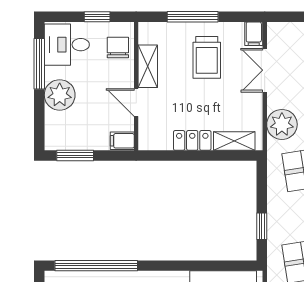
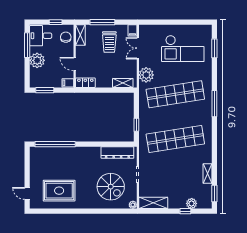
shelving: (148, 66) -> (80, 35), moved
locker: (192, 140) -> (85, 83), moved

